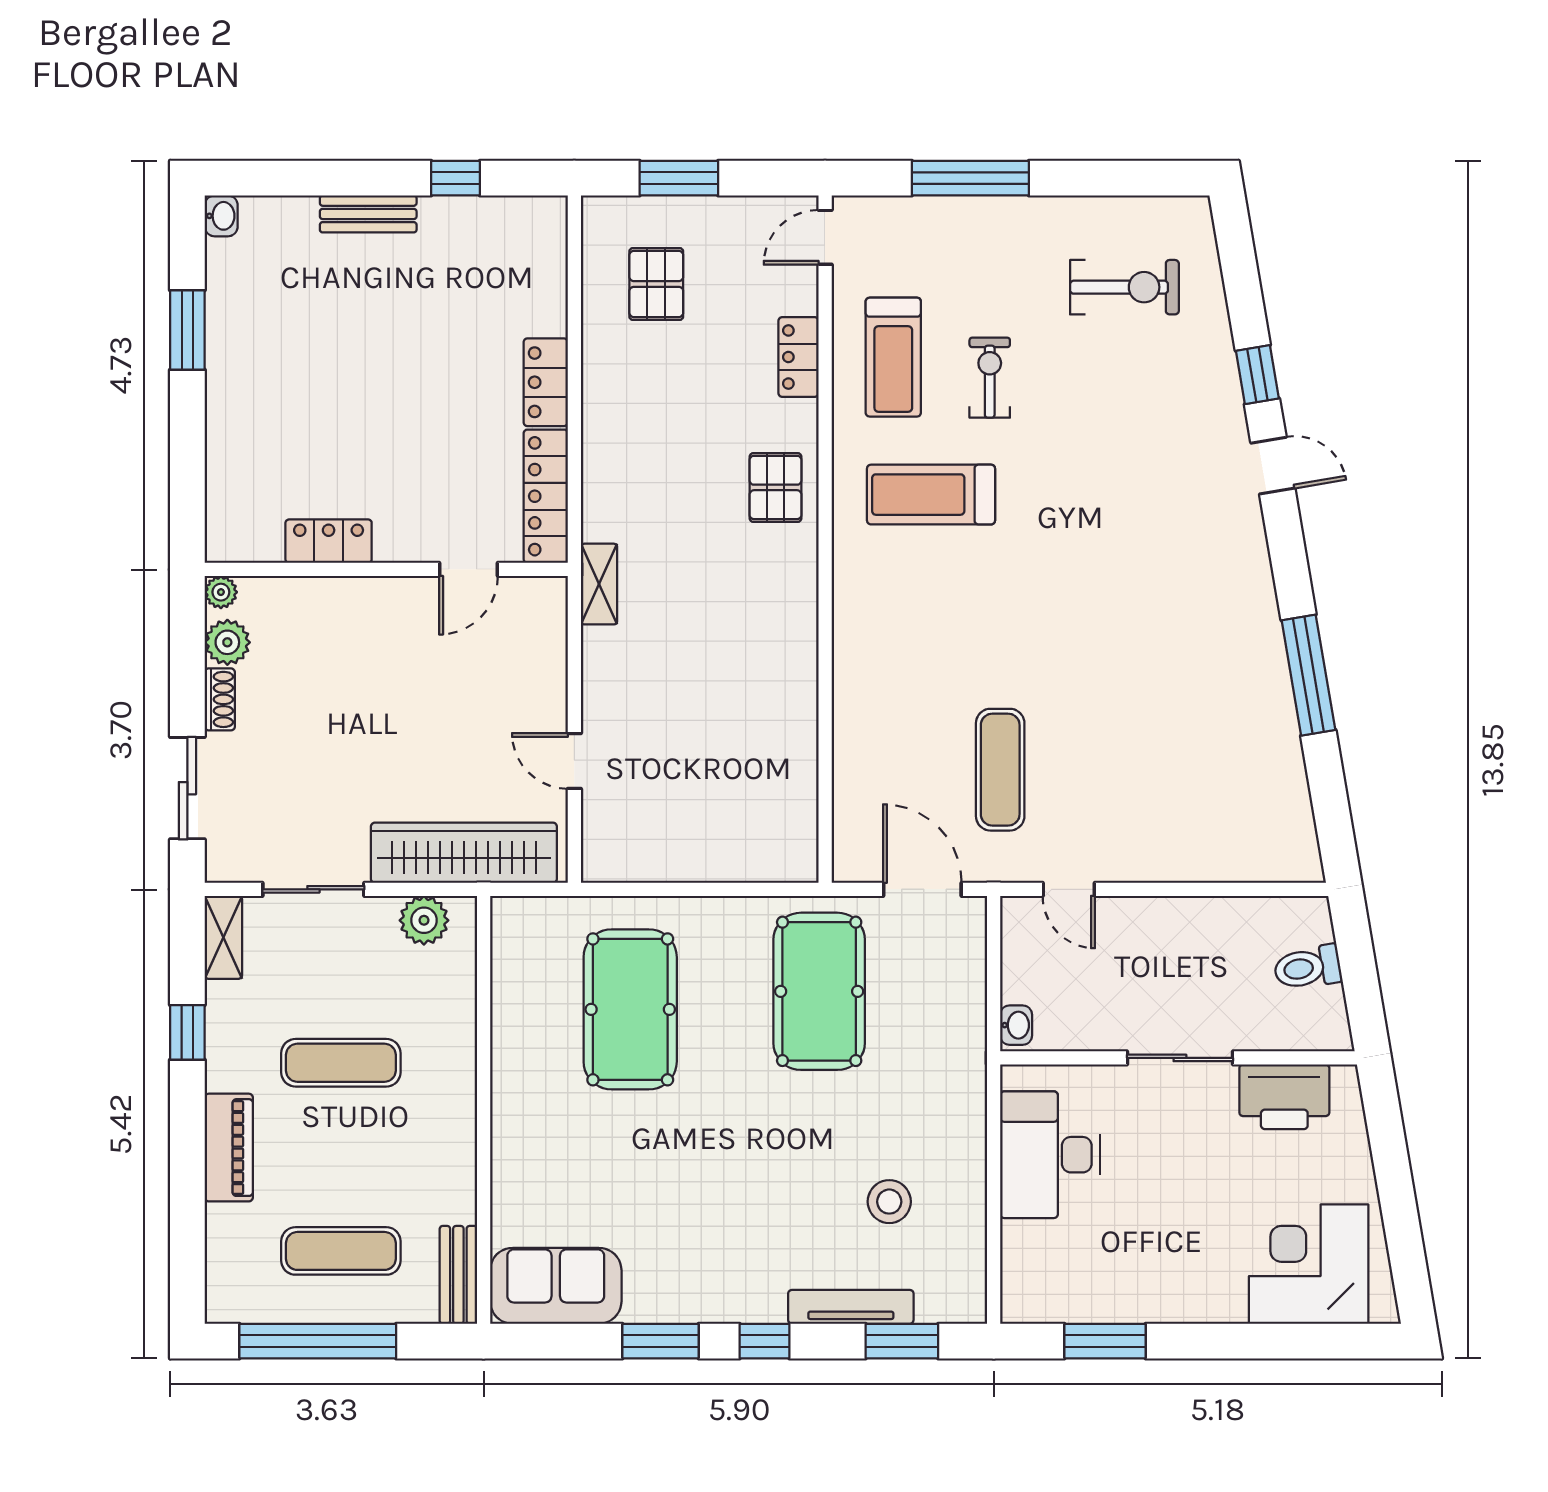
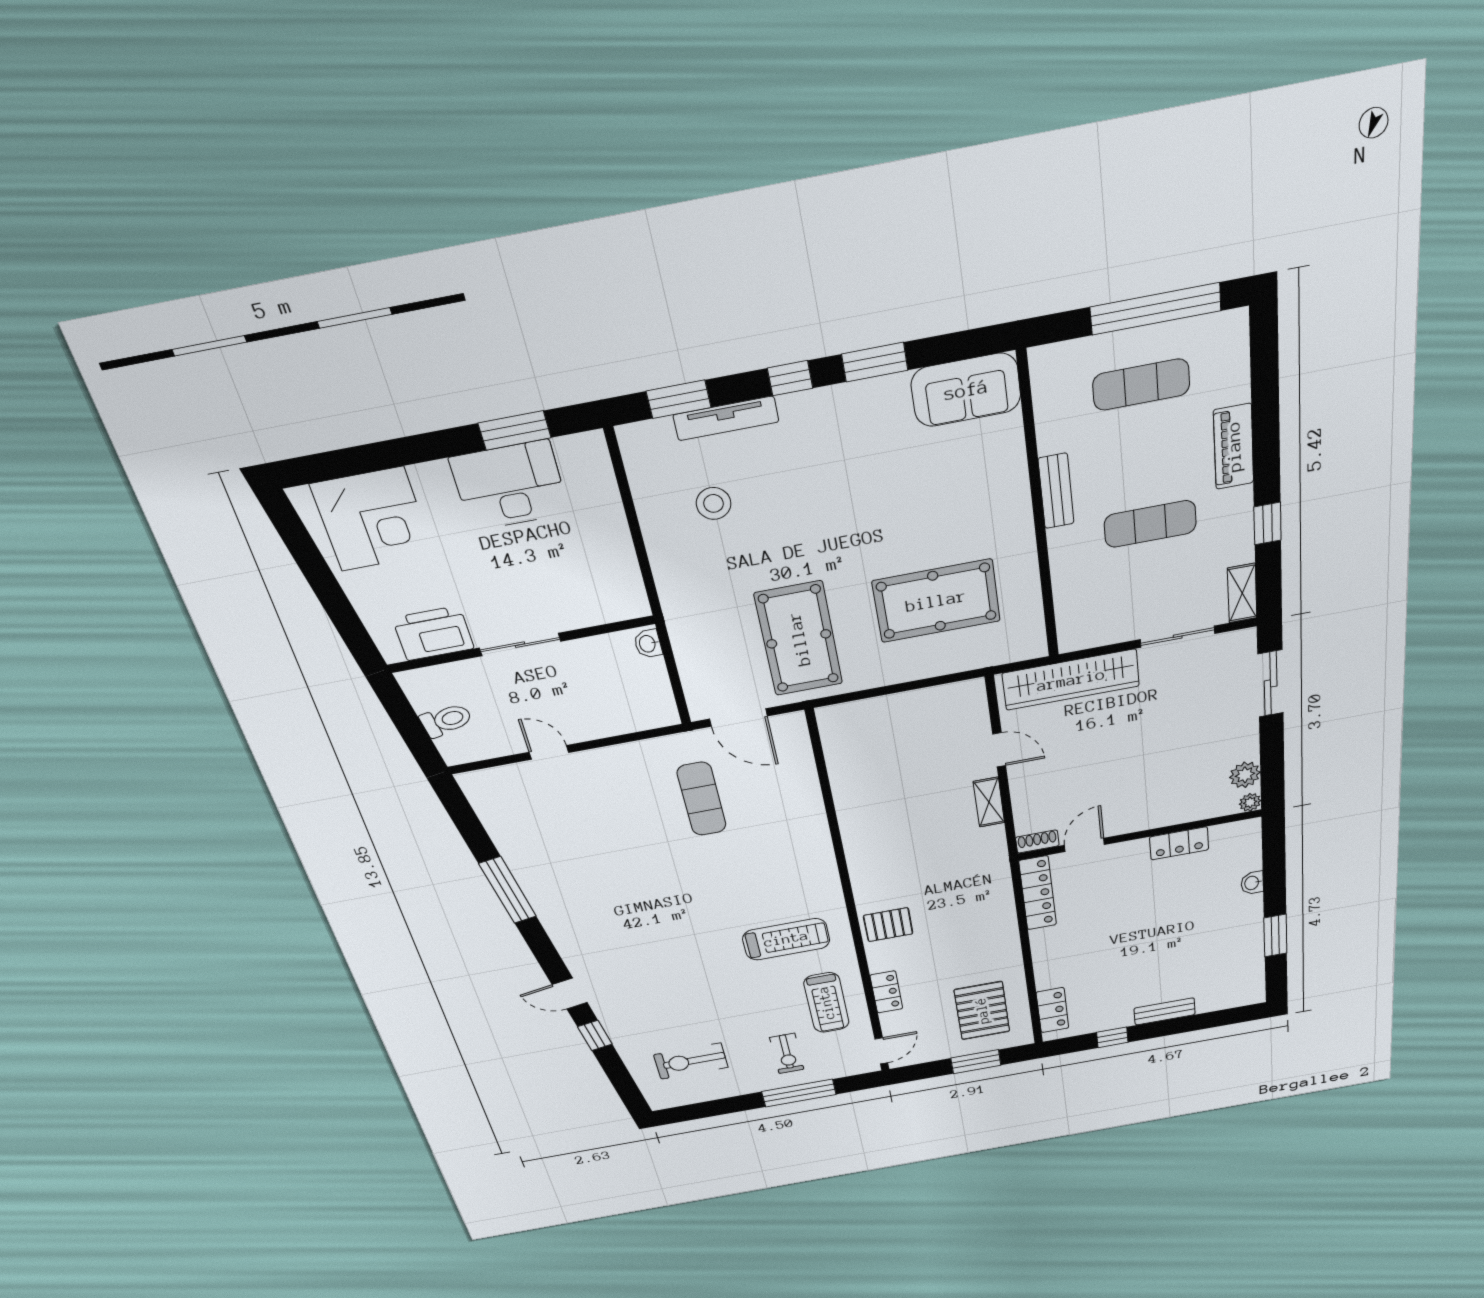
washbasin: (221, 216) -> (1252, 883), moved
pallet: (656, 284) -> (982, 1011), width x1.50, depth x1.42
treadmill: (893, 357) -> (826, 1003), turned 180
exercise bike: (990, 378) -> (787, 1053), moved
locker: (546, 382) -> (1052, 1010), moved
pallet: (775, 487) -> (888, 925), turned 90
shelving: (599, 584) -> (989, 802), moved
shoe rack: (220, 699) -> (1037, 842), moved, turned 90
door: (1069, 889) -> (549, 752), moved
plant: (424, 920) -> (1096, 631), removed
pool table: (630, 1009) -> (936, 601), turned 90
desk: (1050, 1155) -> (510, 486), moved, turned -90
bench: (458, 1275) -> (1056, 491), moved

